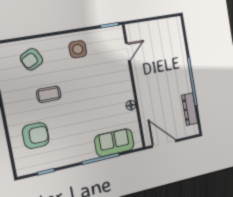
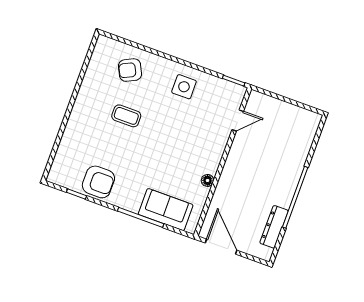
armchair: (36, 136) -> (98, 182), moved

